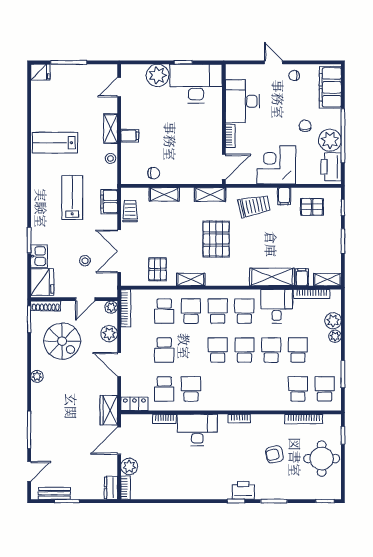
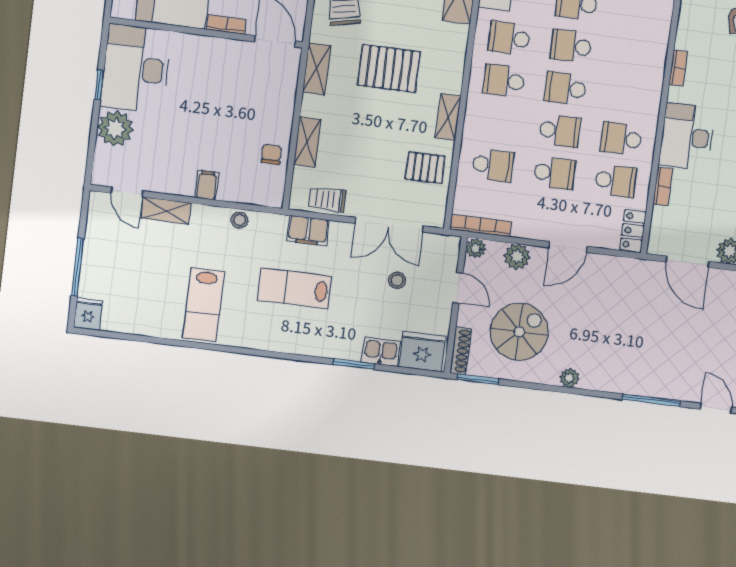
shelving: (111, 129) -> (166, 211), moved
school desk: (191, 311) -> (560, 131), moved, turned 180
wardrobe: (109, 410) -> (637, 272), removed

